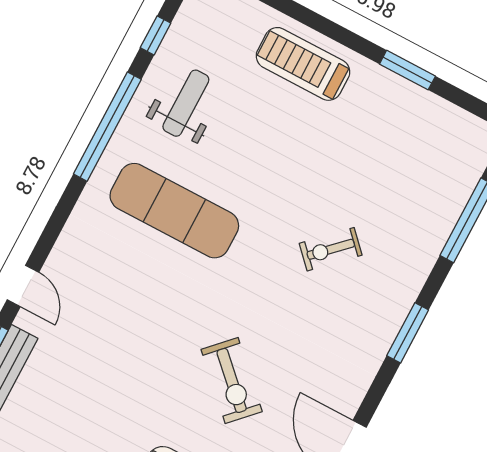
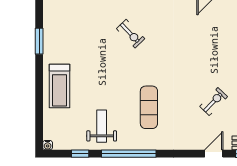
weight bench: (186, 103) -> (102, 126), turned 90
exercise mat: (174, 211) -> (149, 107), width x0.73, depth x0.69
exercise bike: (232, 380) -> (214, 102), moved, width x0.73, depth x0.72

